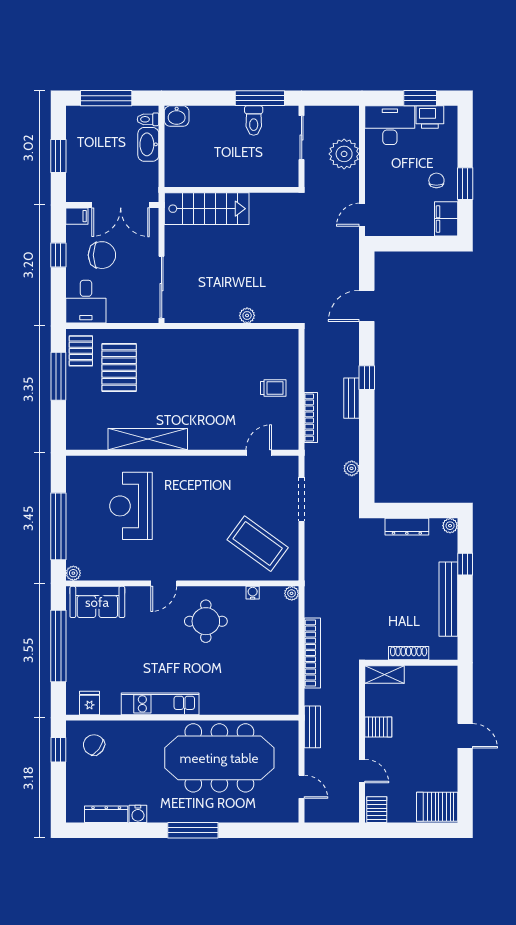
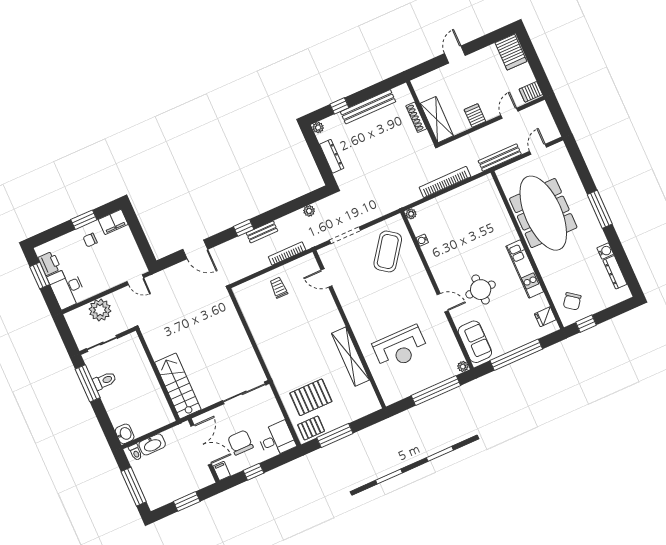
plant: (247, 315) -> (238, 327), removed
round table: (206, 621) -> (481, 290), moved
shelving: (385, 674) -> (437, 120), width x1.50, depth x1.33
bench: (312, 727) -> (500, 158), width x1.36

